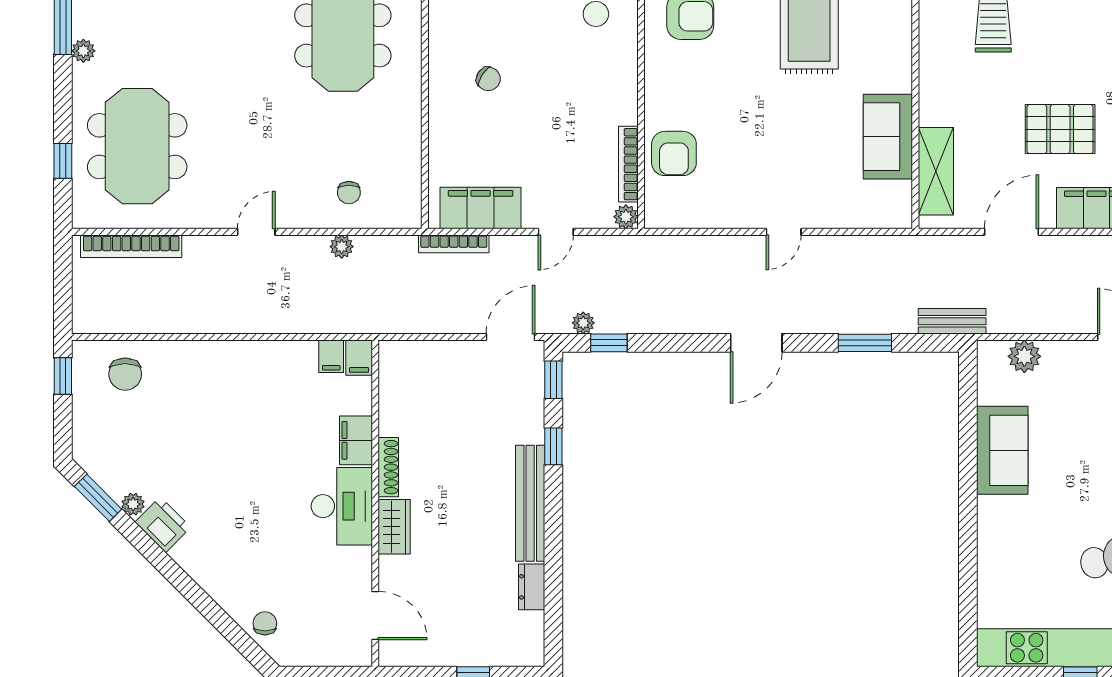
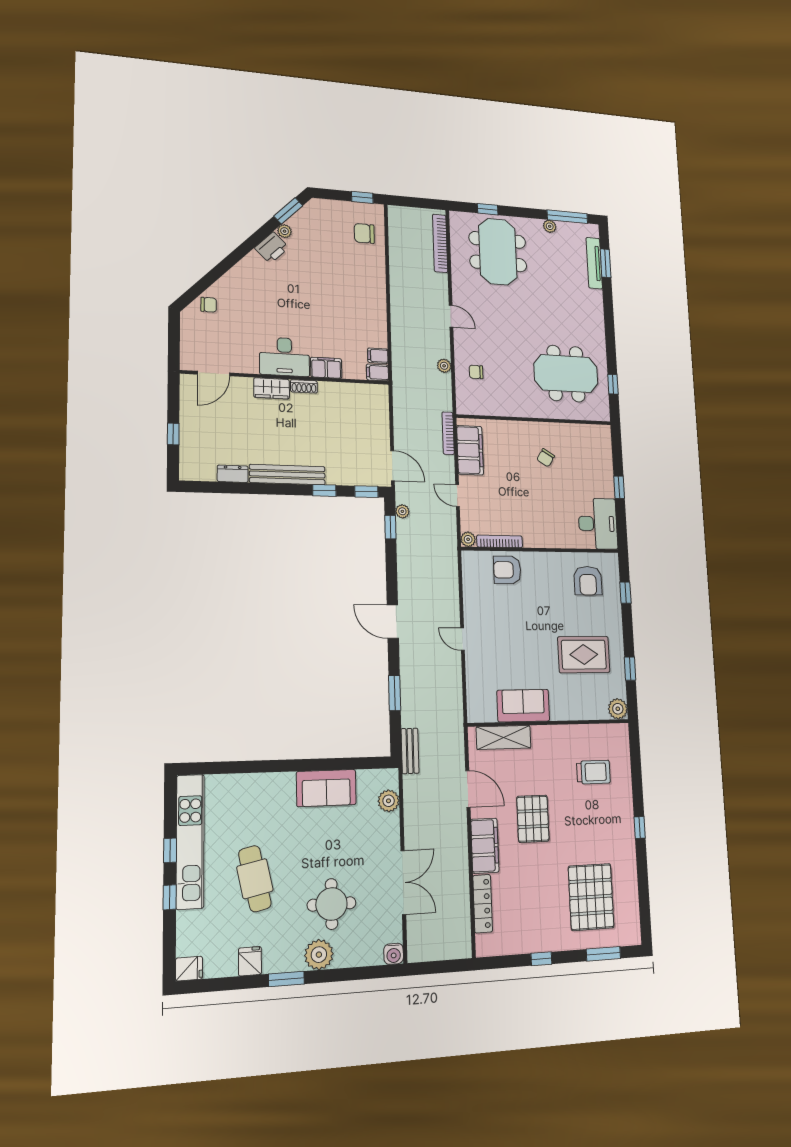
meeting table: (137, 146) -> (498, 252), turned 90
shoe rack: (388, 467) -> (304, 386), width x0.70

